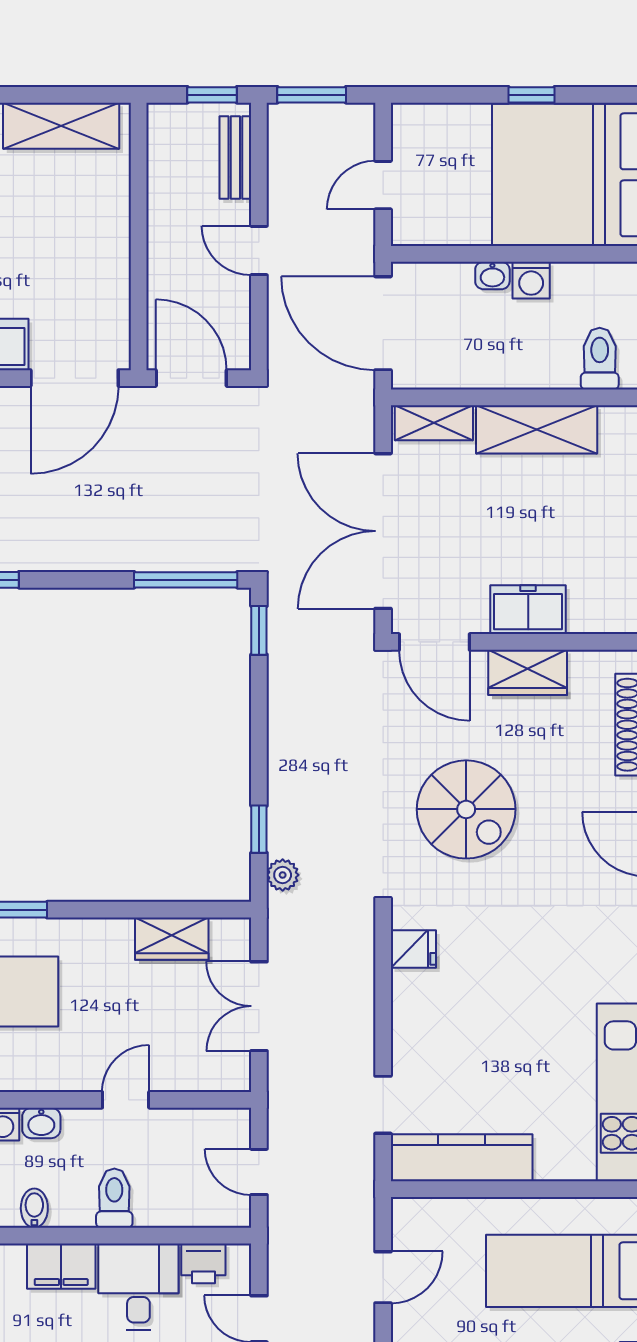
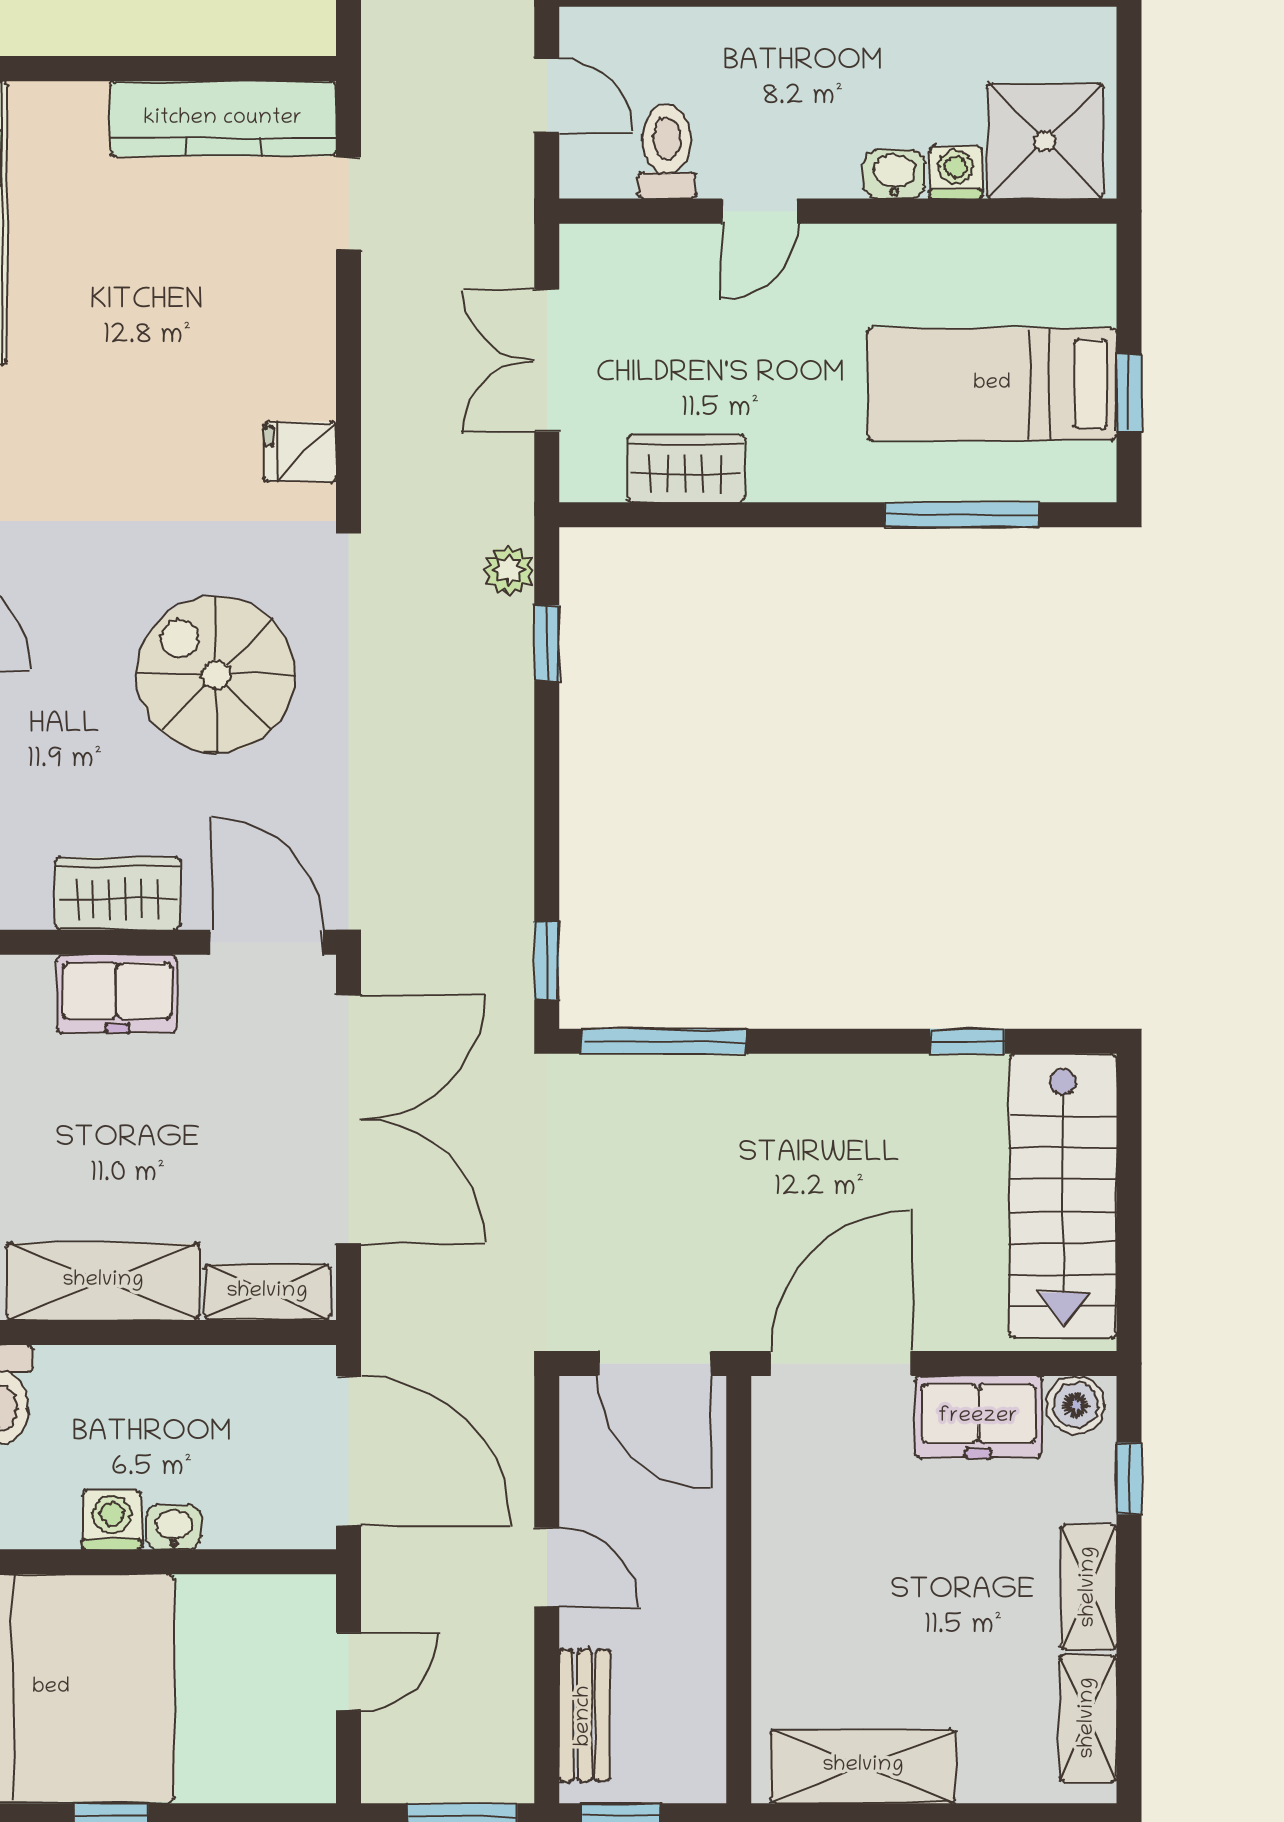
double door: (259, 1006) -> (547, 361), swing flipped
toilet: (114, 1198) -> (667, 151), moved, turned 180
bidet: (34, 1208) -> (905, 38), removed

